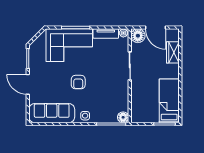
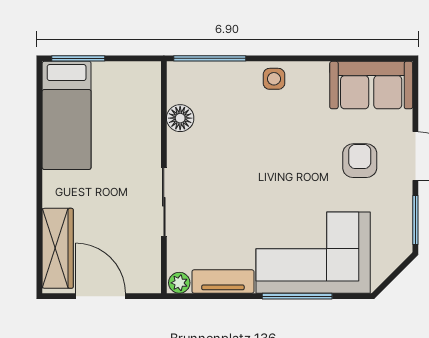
floor lamp: (138, 36) -> (144, 276), removed
wardrobe: (173, 52) -> (58, 248), width x1.50
armchair: (78, 82) -> (360, 161), moved
sofa: (52, 113) -> (371, 85), width x0.73
floor lamp: (123, 117) -> (180, 118), moved

